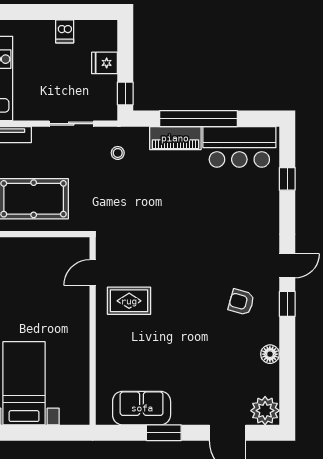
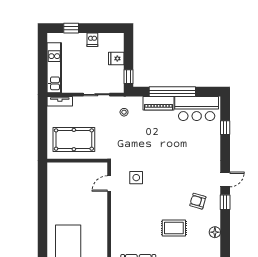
window: (29, 12) -> (71, 28), added
side table: (138, 263) -> (136, 178), added
rug: (129, 301) -> (174, 228), moved

